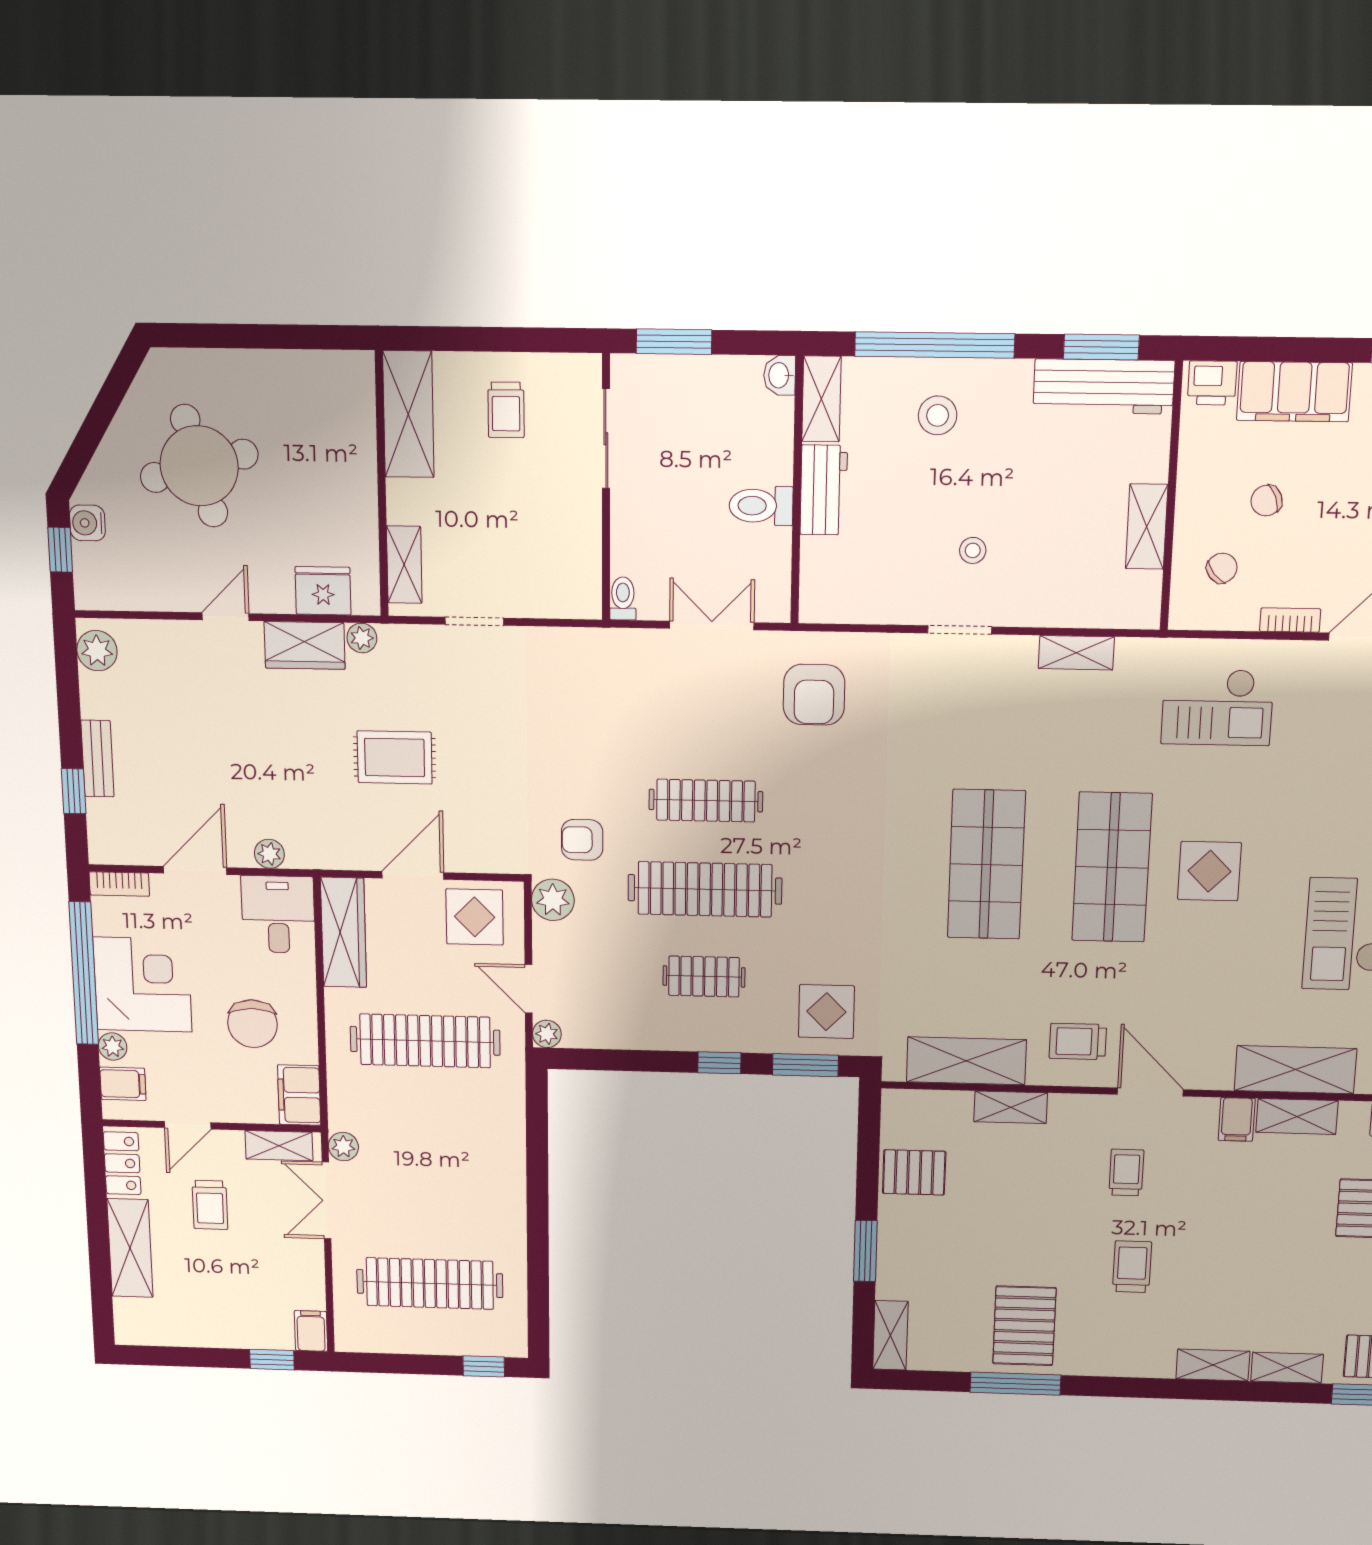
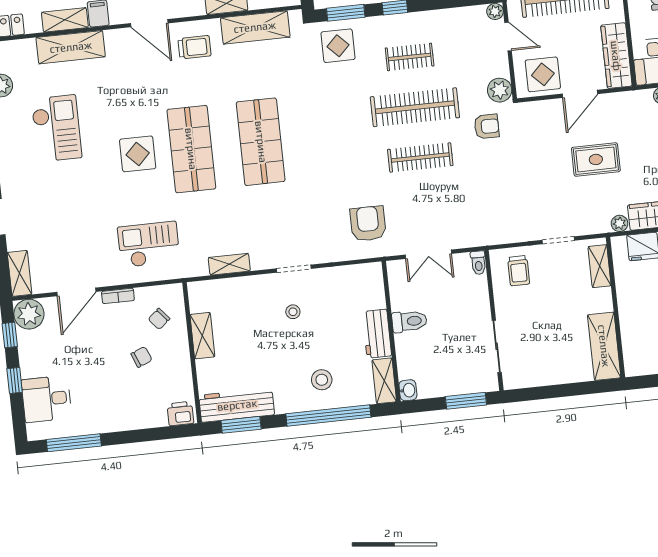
filing cabinet: (1294, 392) -> (137, 414), removed
trolley: (506, 410) -> (519, 271), moved, turned 180

